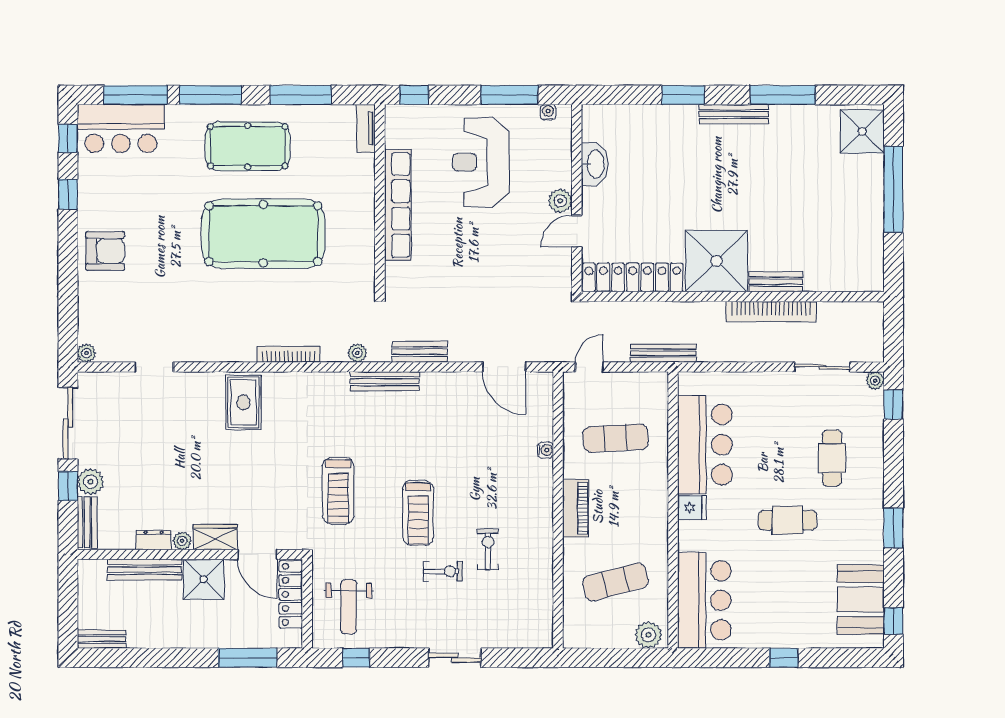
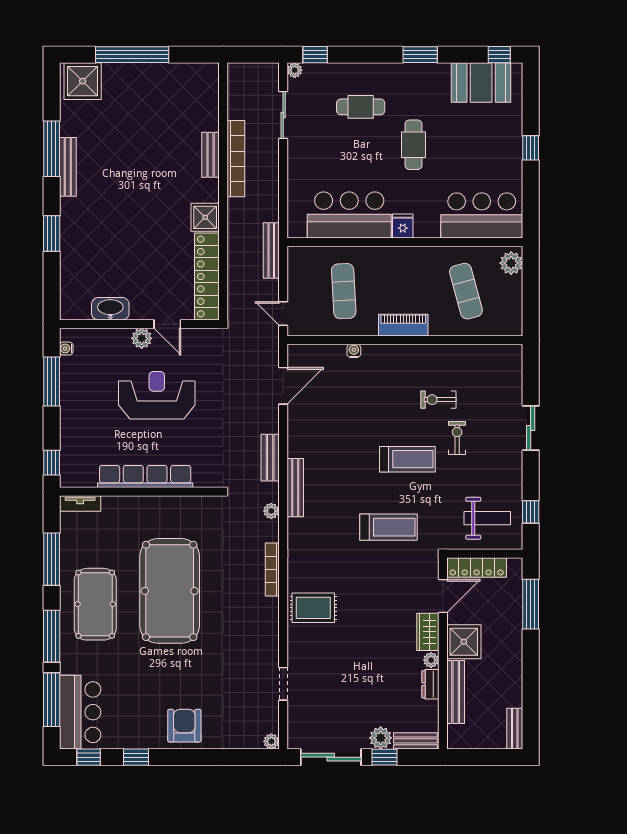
bench: (734, 114) -> (68, 167), moved
reception desk: (481, 162) -> (157, 395), moved, turned 180
shower: (717, 261) -> (205, 217), width x0.54, depth x0.54

